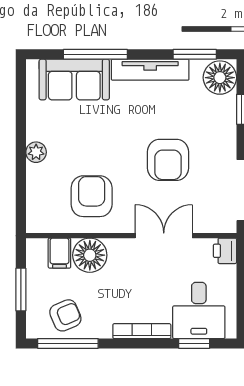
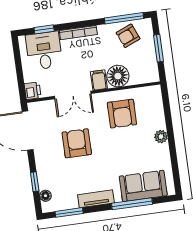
tv unit: (150, 70) -> (96, 199), width x0.71
floor lamp: (220, 78) -> (45, 196), width x0.53, depth x0.53
filing cabinet: (59, 253) -> (99, 80), moved

